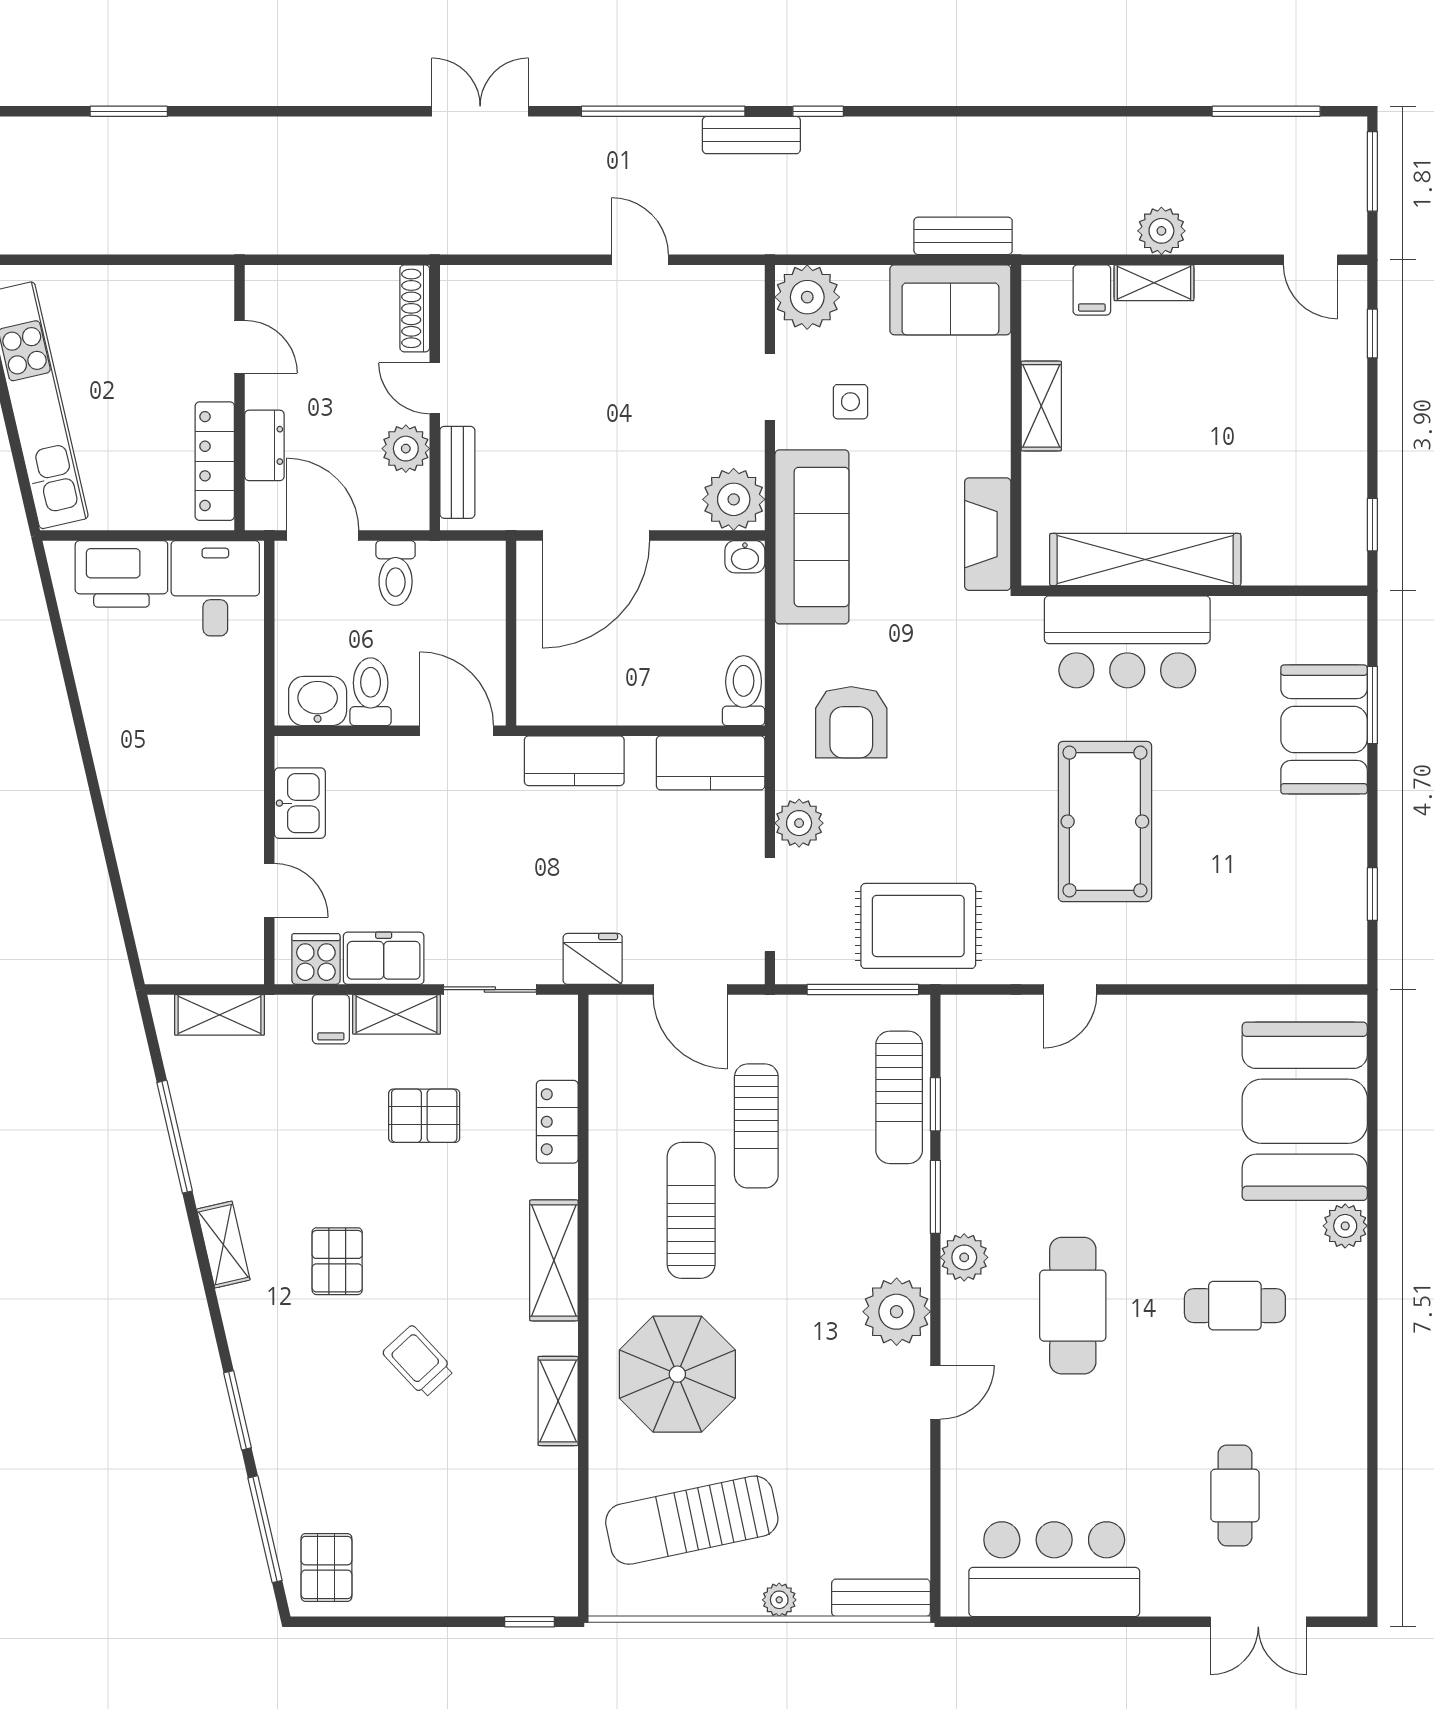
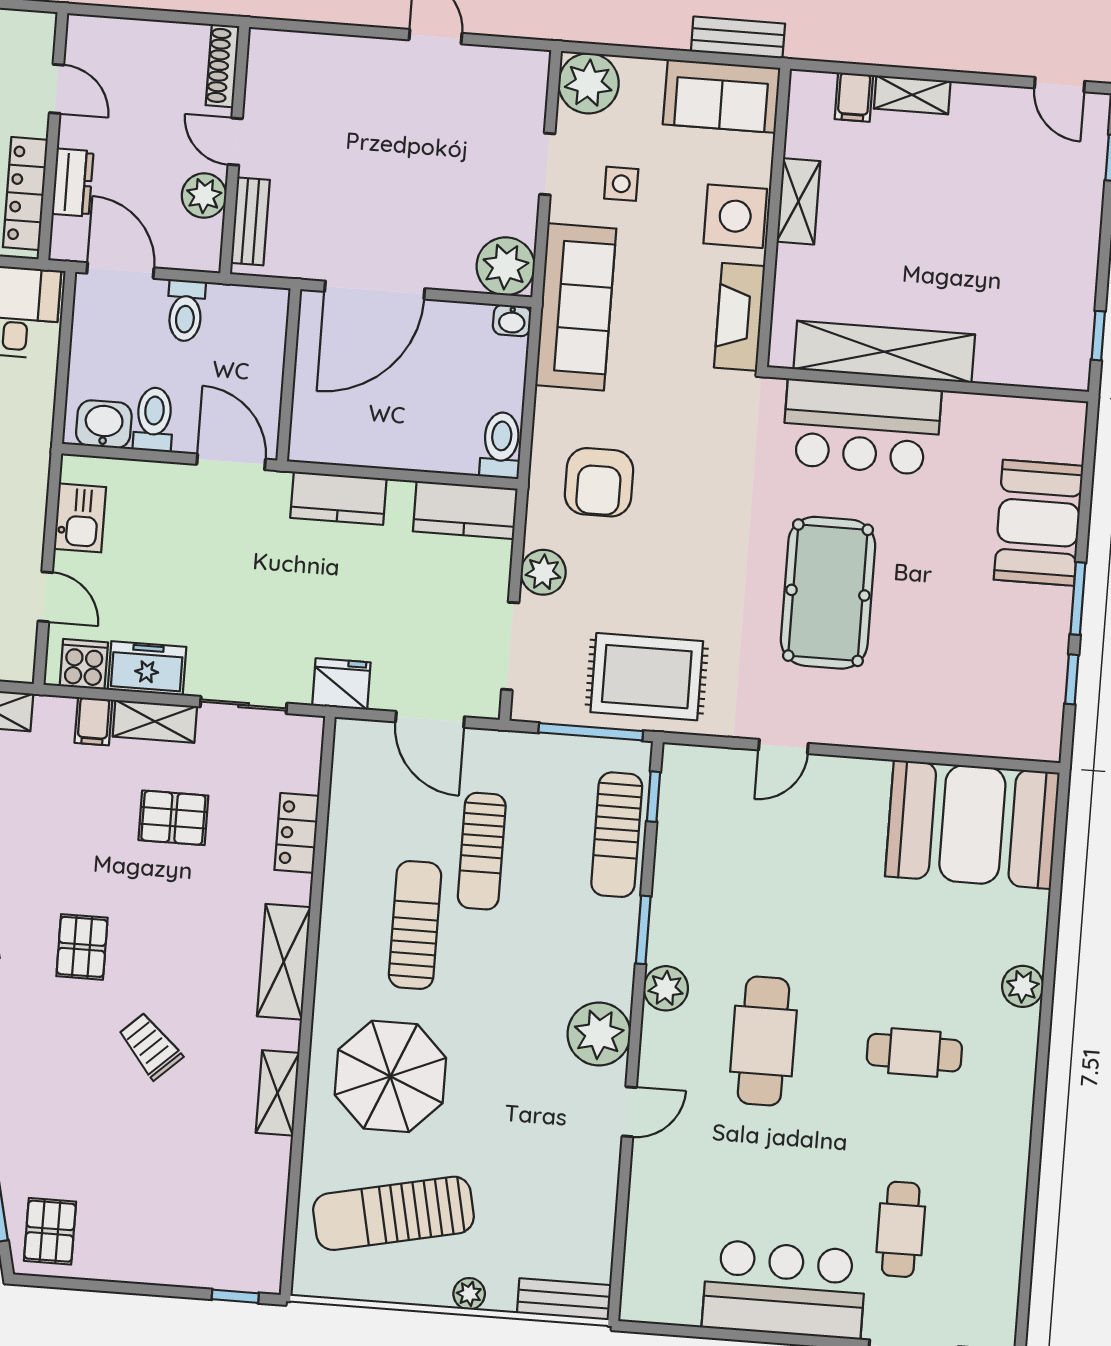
plant: (1161, 231) -> (923, 47), removed
side table: (975, 427) -> (735, 216), added
window: (1372, 705) -> (1078, 599), moved
window: (935, 1104) -> (654, 797), moved
booth: (1305, 1111) -> (972, 824), moved, turned 90
bar counter: (1054, 1569) -> (784, 1289), moved

